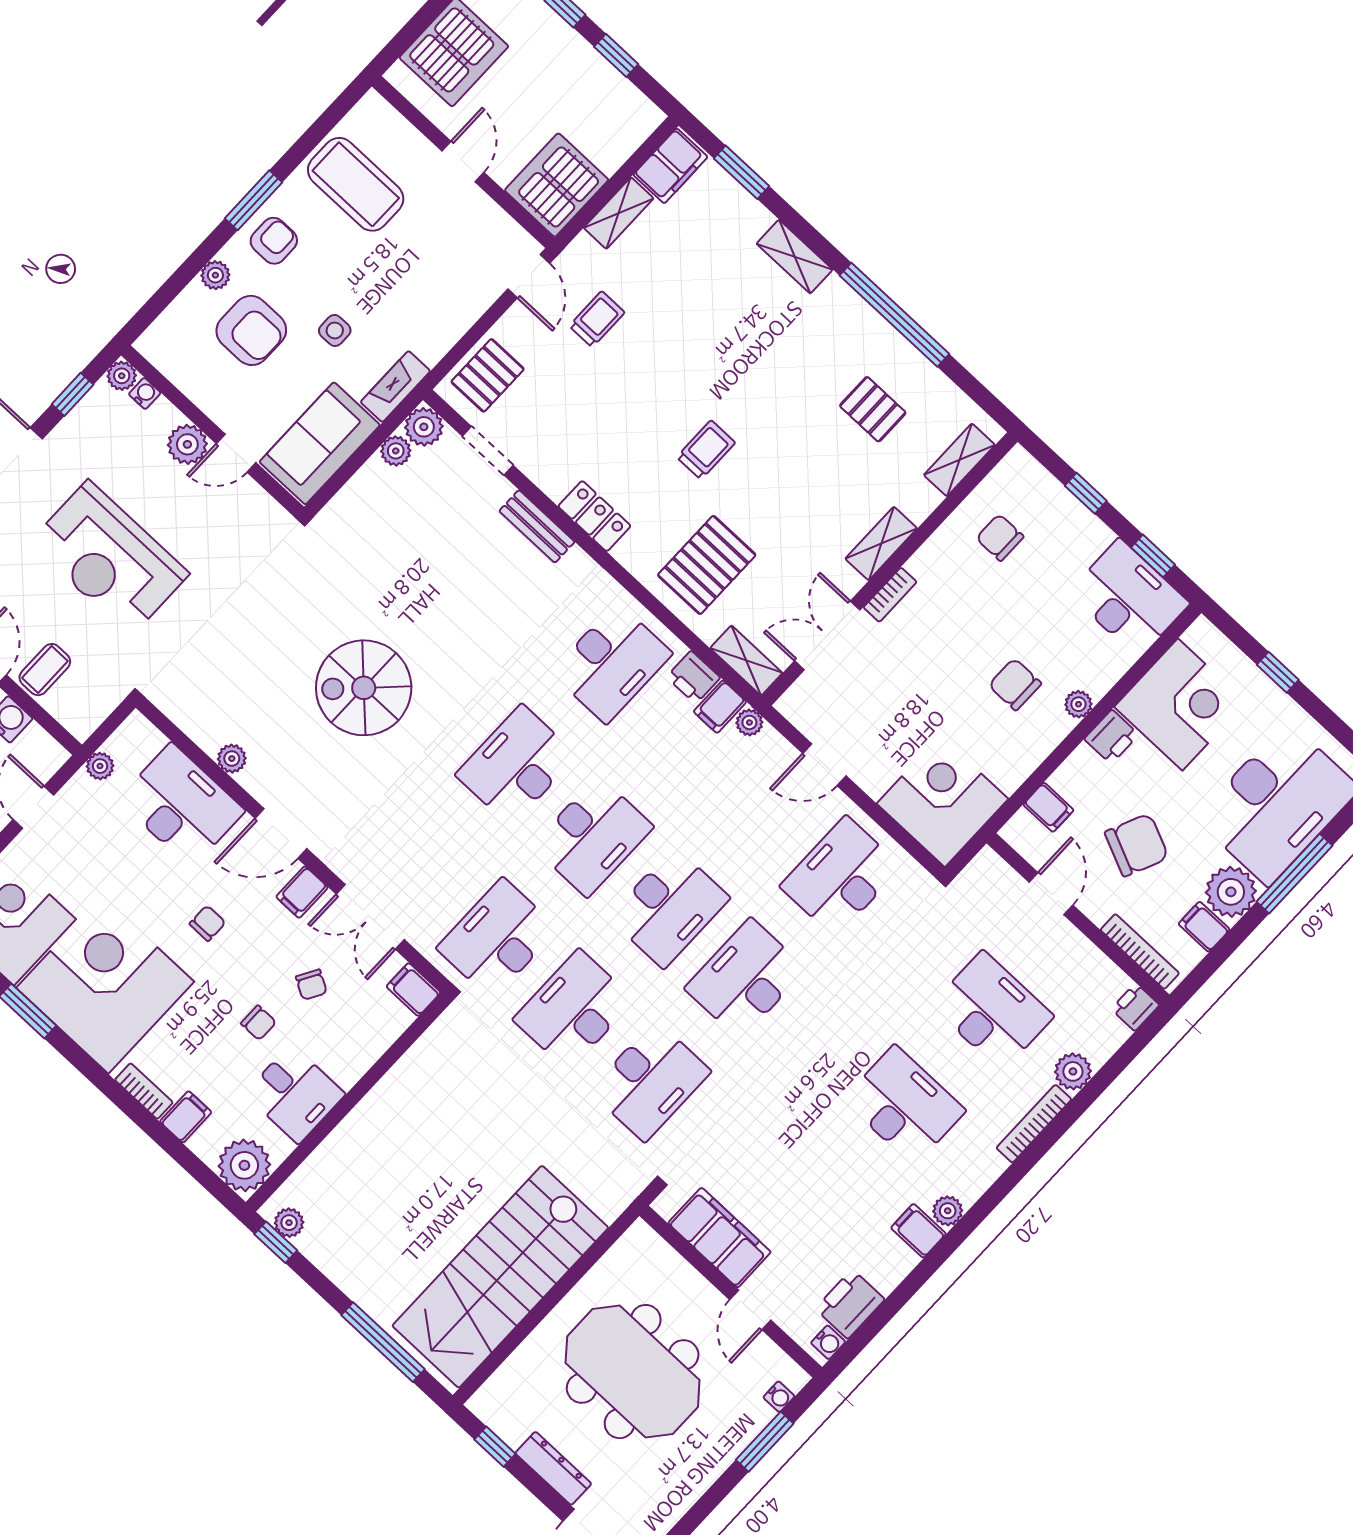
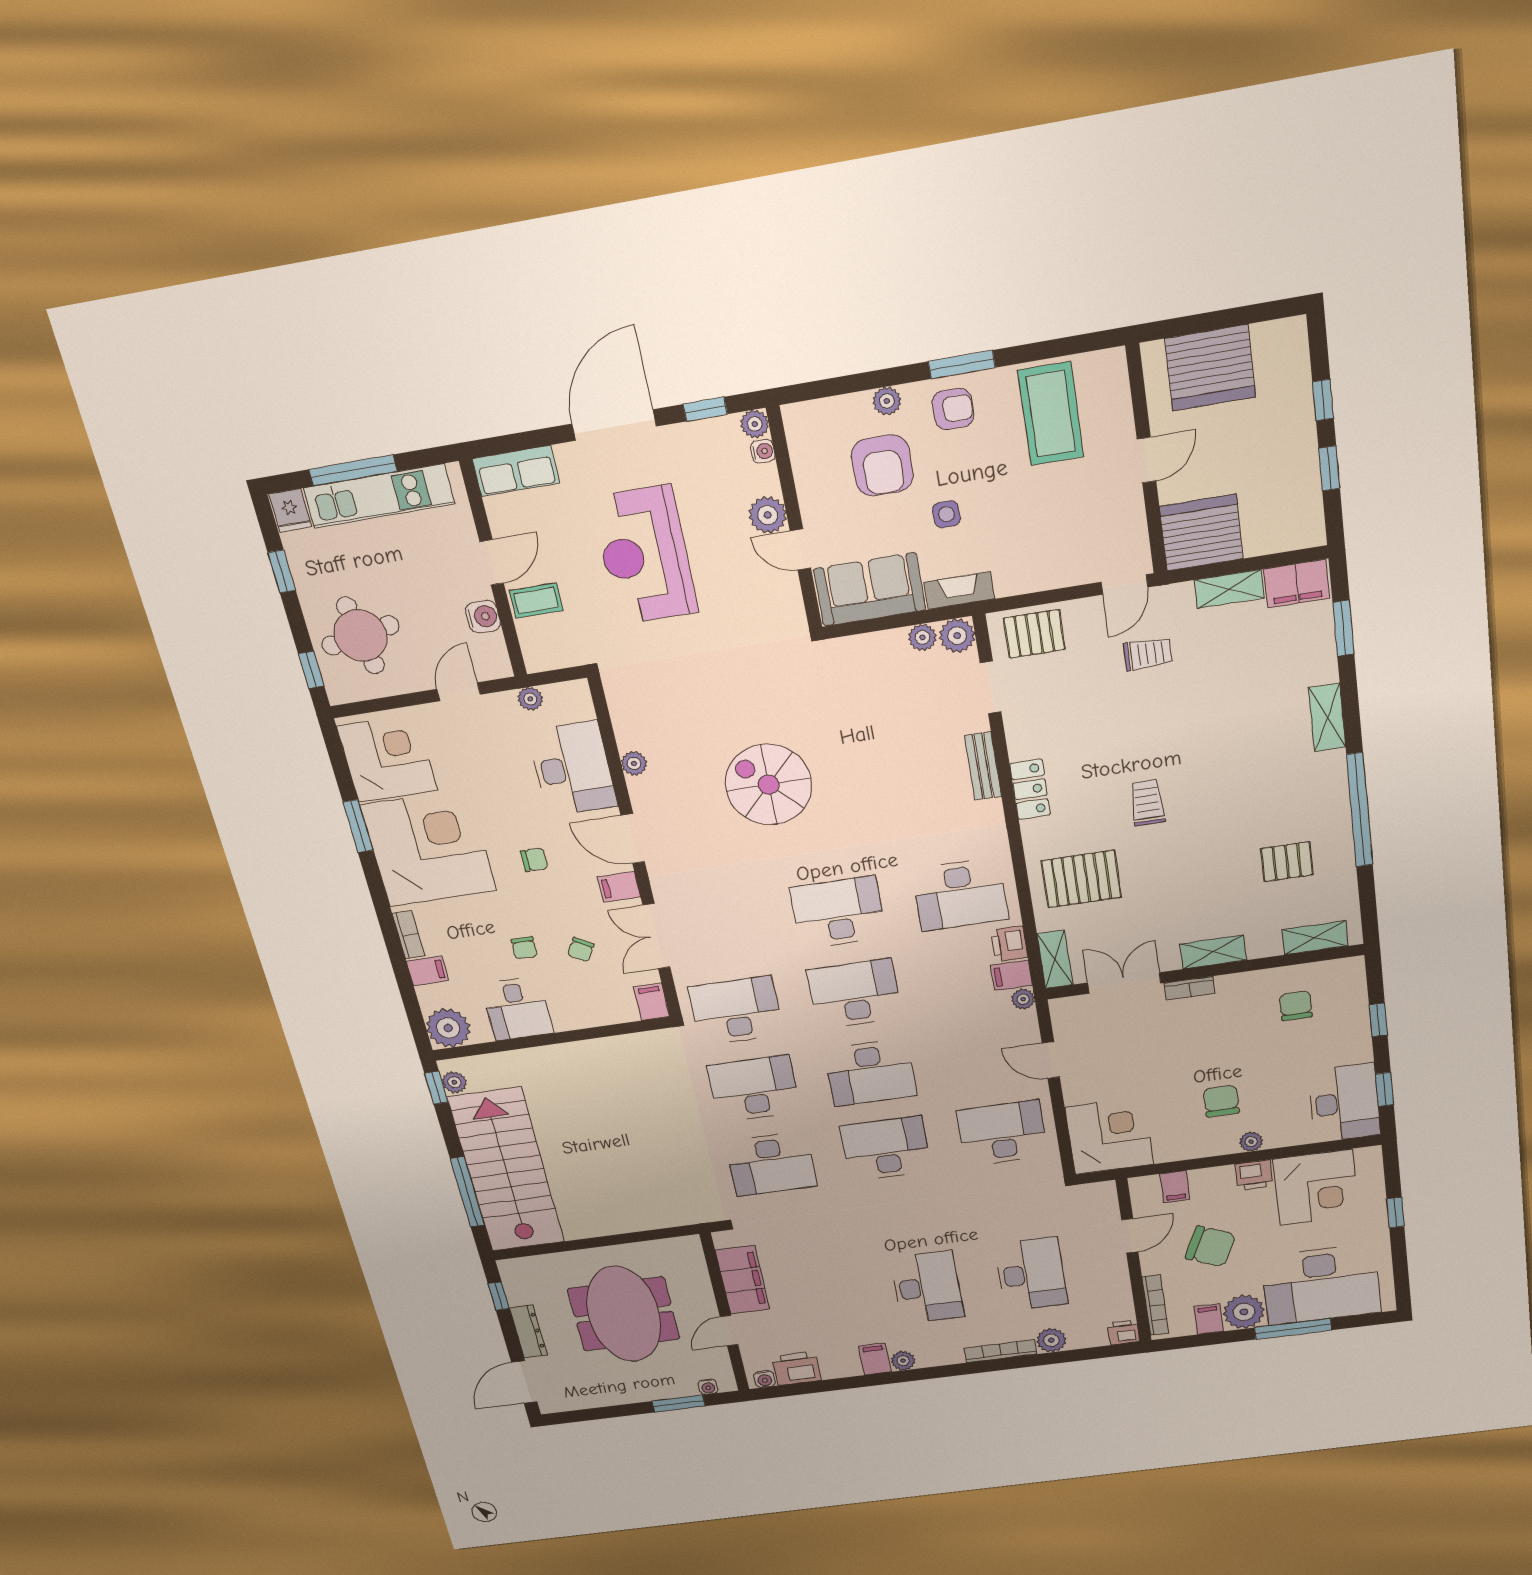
pallet: (873, 409) -> (1287, 862), turned 90
trolley: (706, 450) -> (1147, 803), turned -90
desk: (593, 836) -> (855, 994), turned 180
stairs: (500, 1277) -> (506, 1170), moved, turned 90

